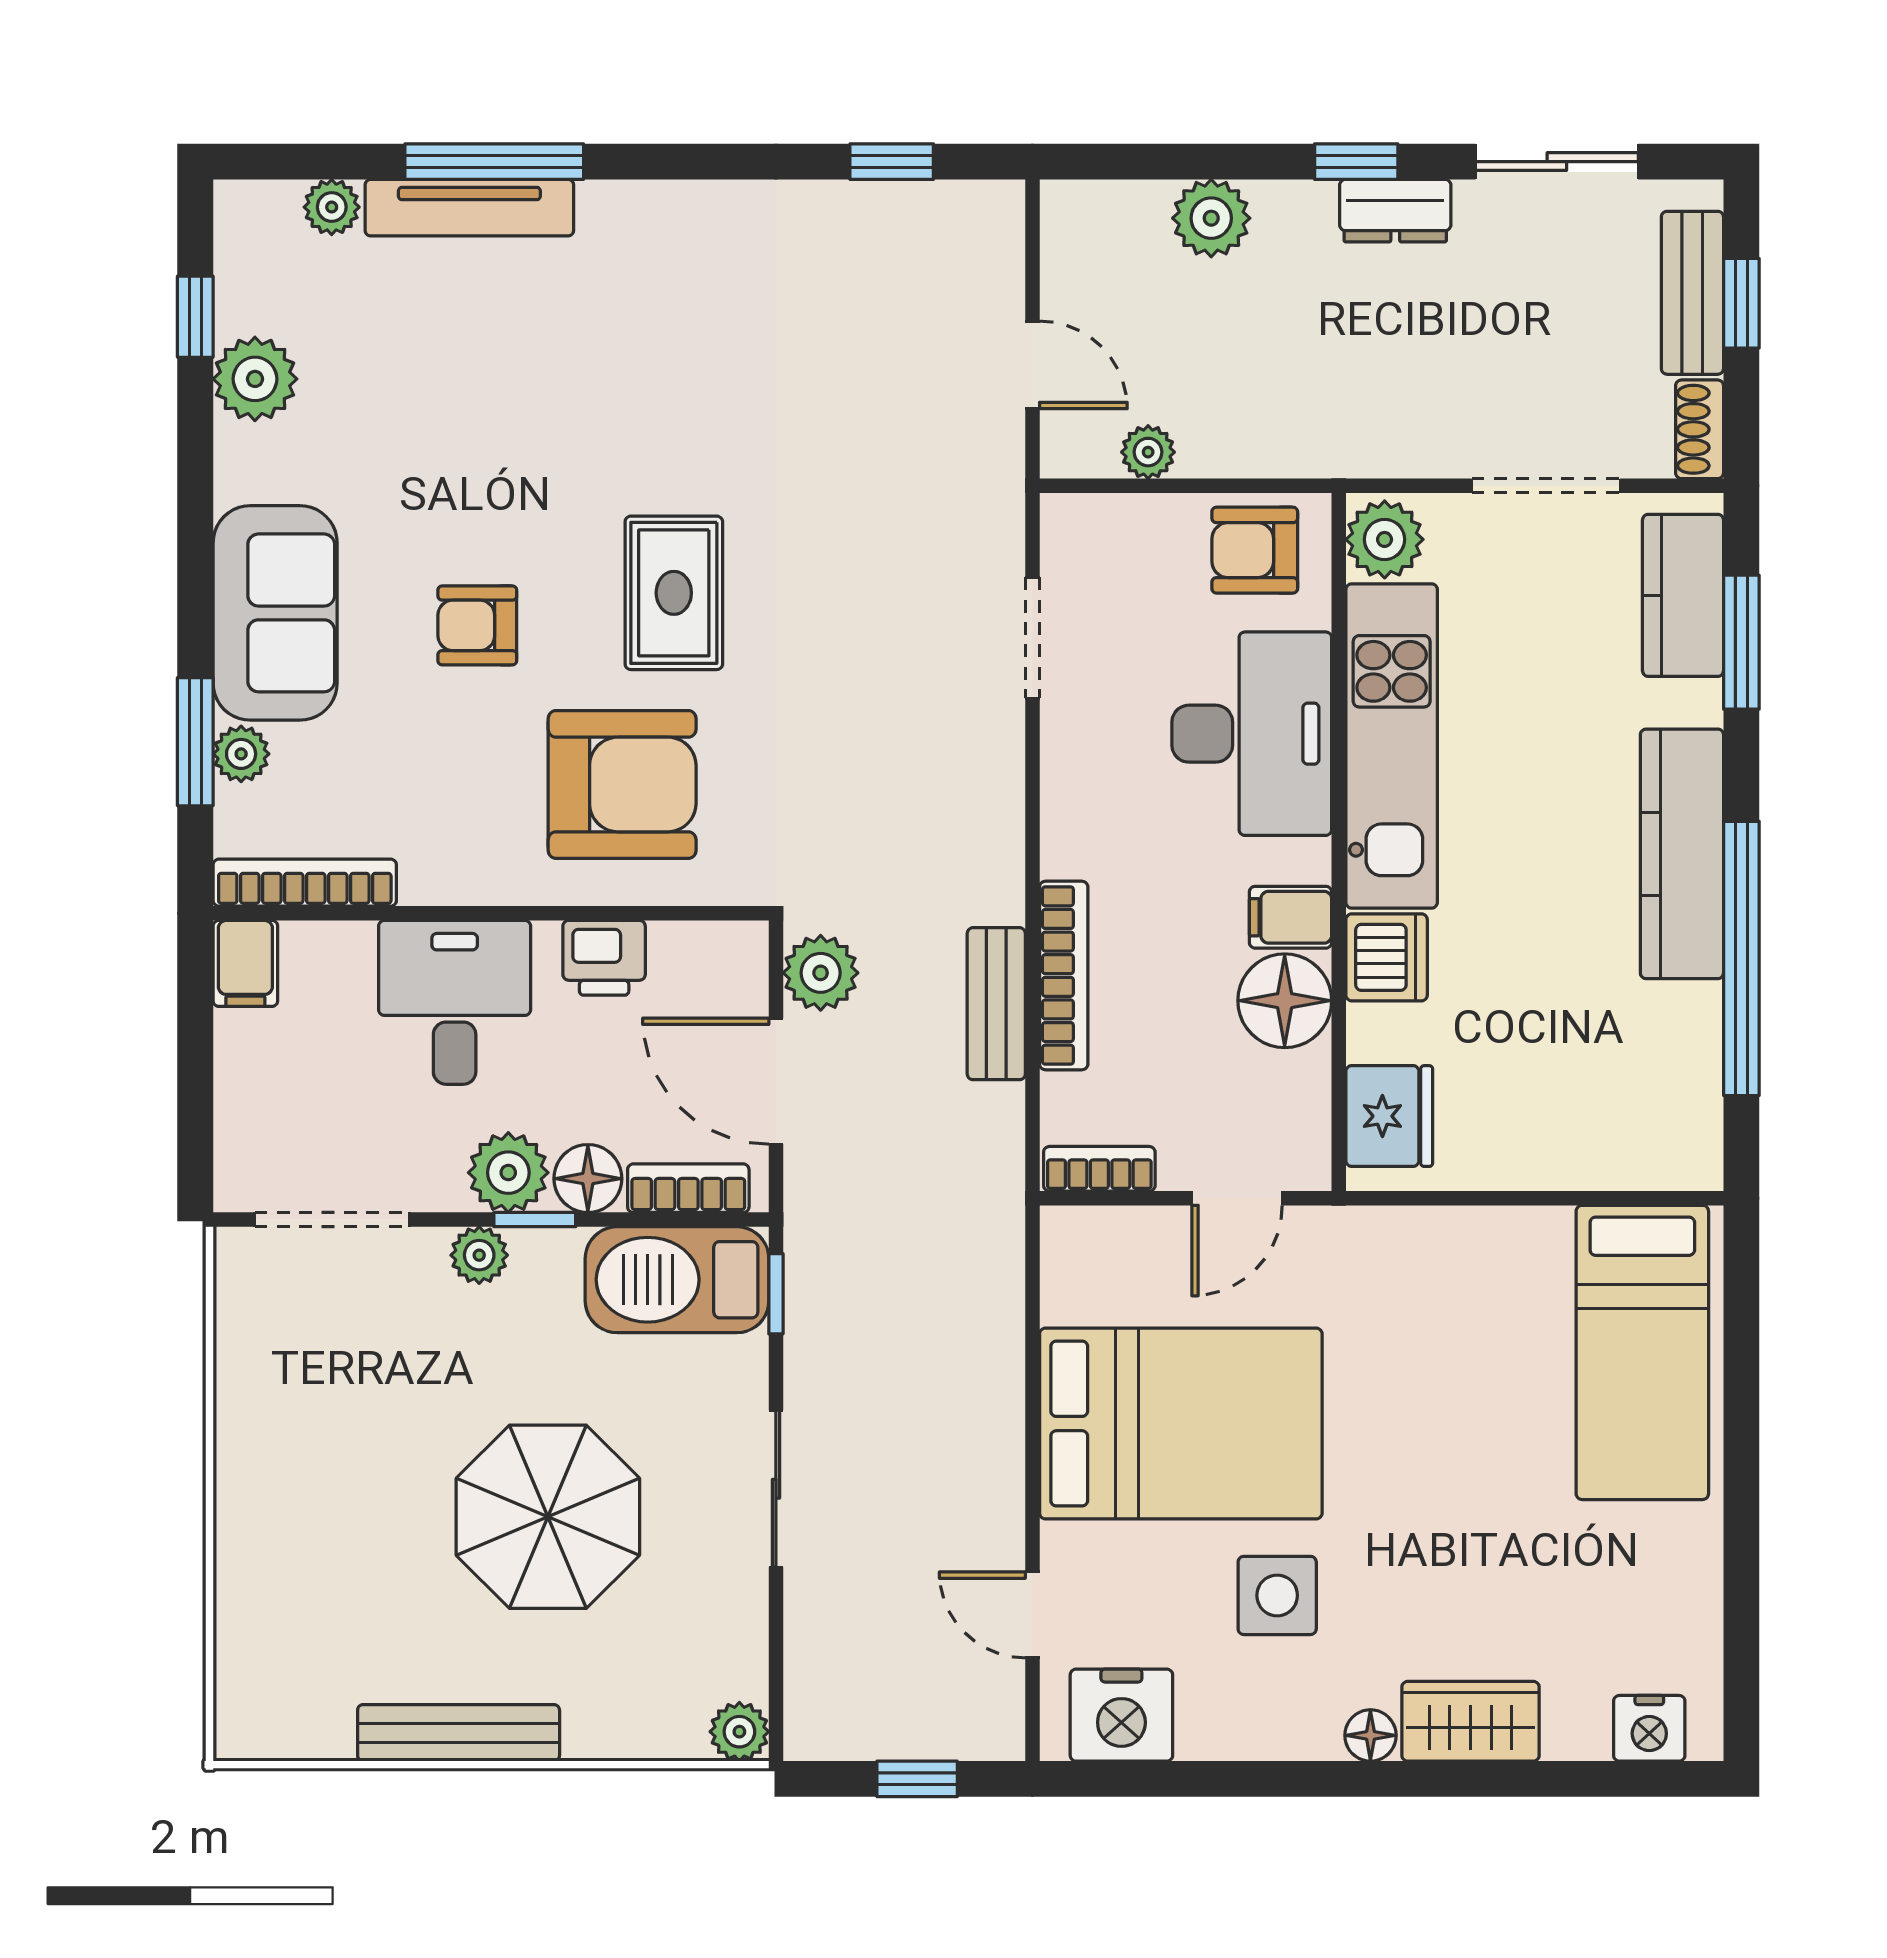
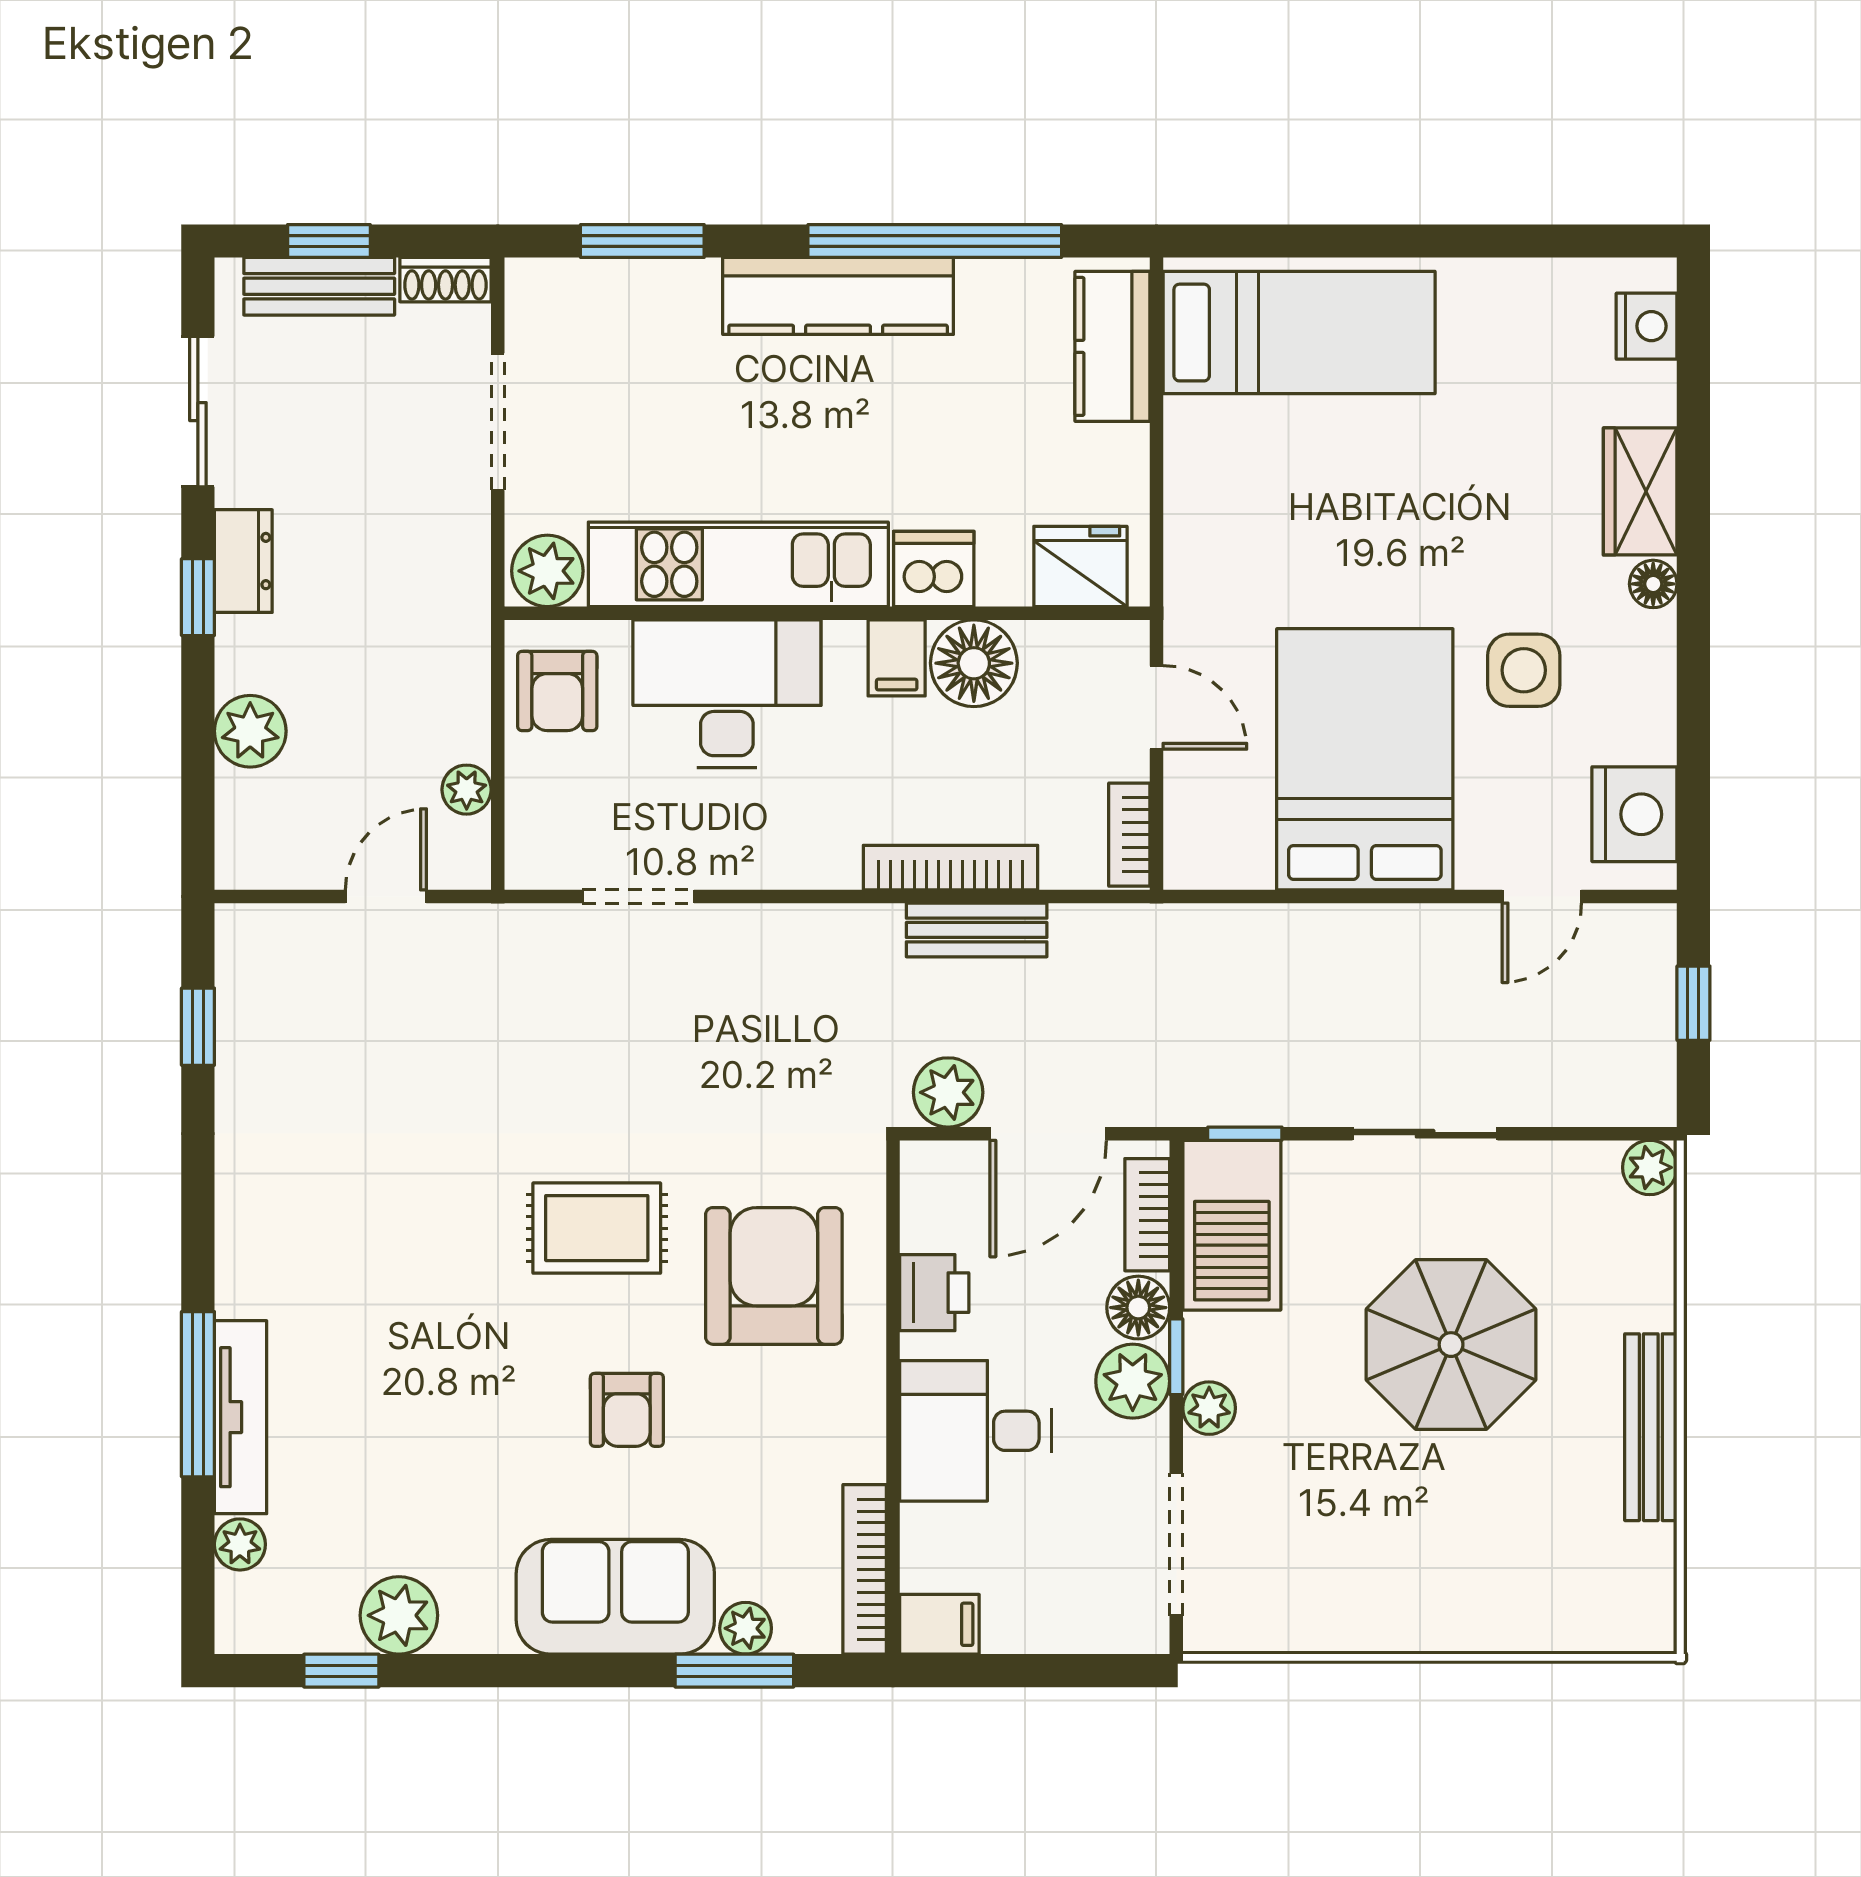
kitchen counter: (1683, 595) -> (1112, 346), moved, turned 90

